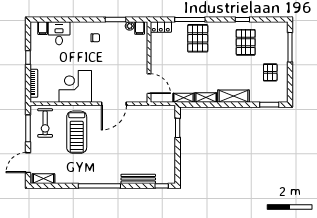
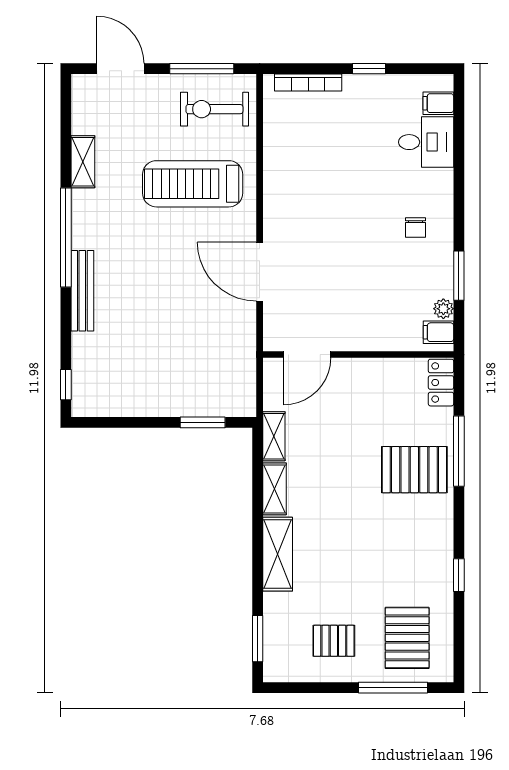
pallet: (246, 42) -> (407, 638), moved, turned 90
corner desk: (75, 86) -> (301, 180), removed
shelving: (44, 179) -> (83, 162), moved
bench: (138, 179) -> (82, 291), moved

